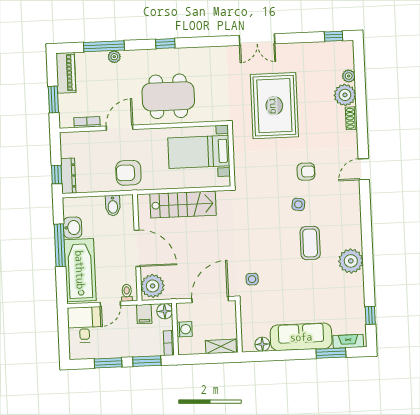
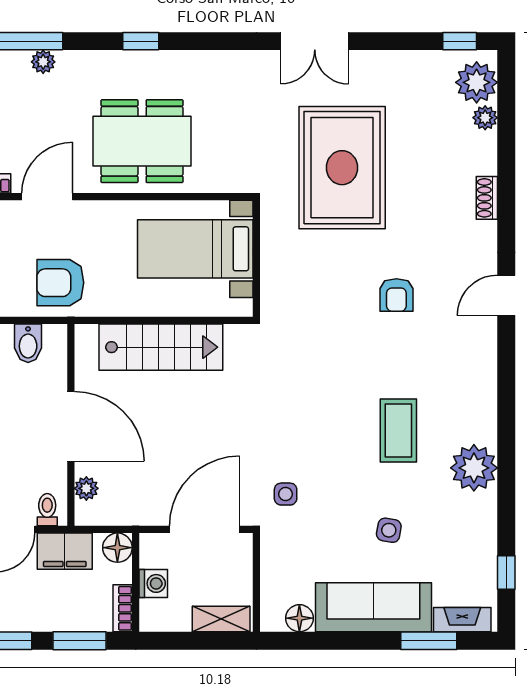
plant: (345, 95) -> (477, 82), moved
armchair: (306, 172) -> (396, 295), turned 90
side table: (298, 204) -> (389, 530), moved
plant: (153, 286) -> (86, 488), width x0.53, depth x0.53
filing cabinet: (144, 314) -> (65, 551), width x2.00

